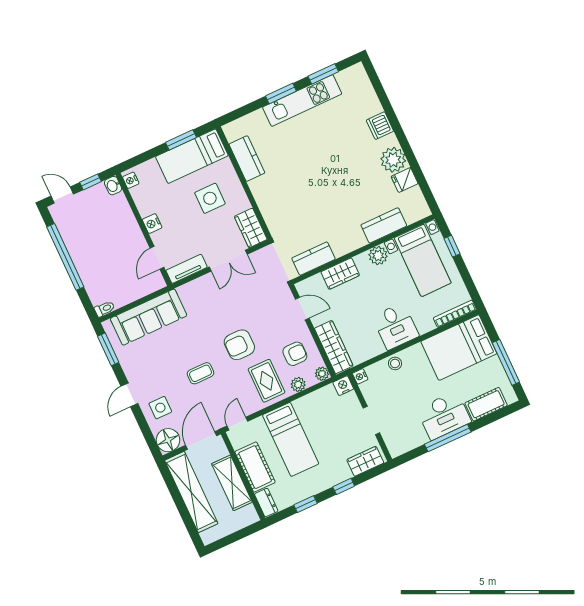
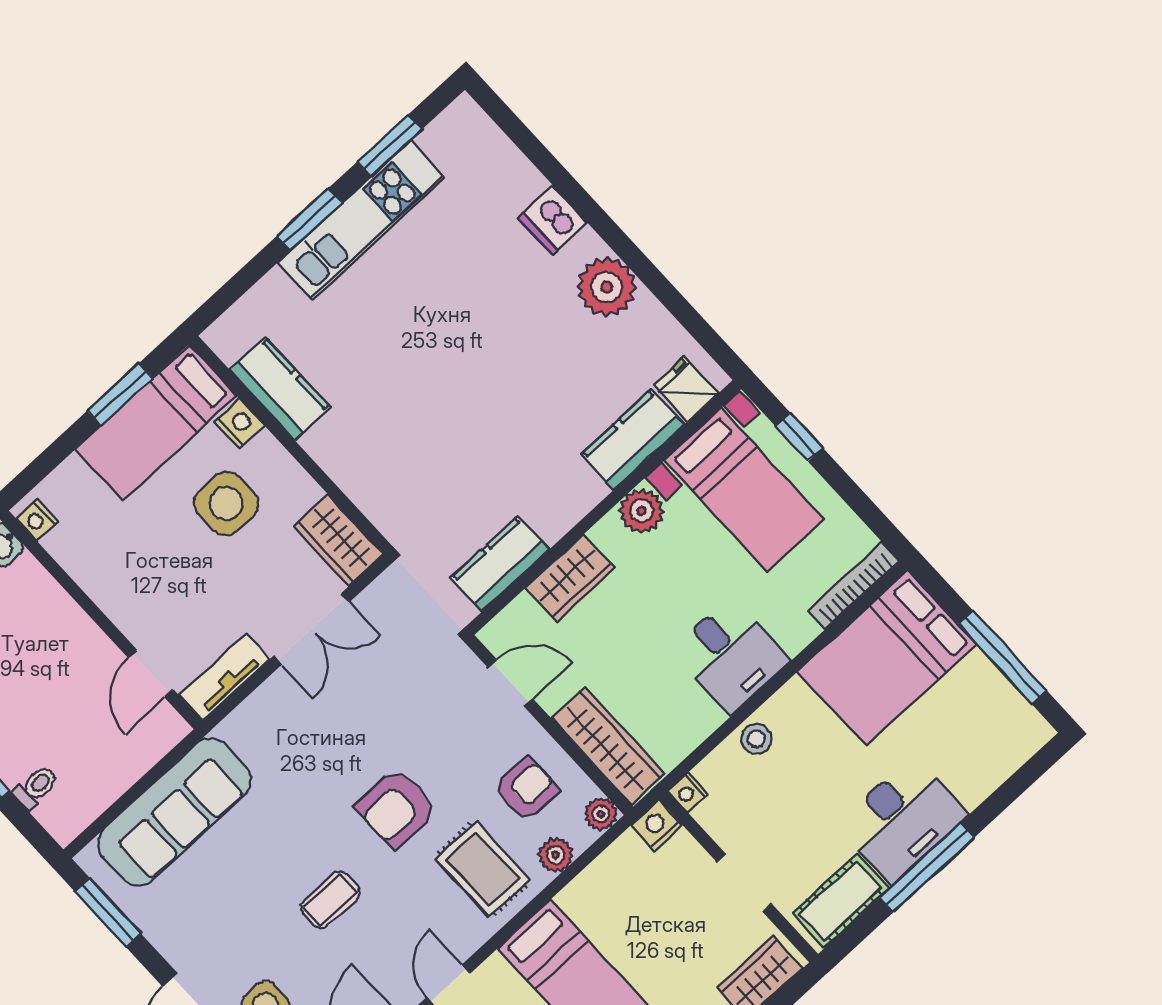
fridge: (405, 180) -> (685, 389), moved, turned 90
nightstand: (152, 224) -> (239, 423), moved, turned 180
toilet: (105, 309) -> (36, 787), moved
cot: (486, 404) -> (841, 901), moved

